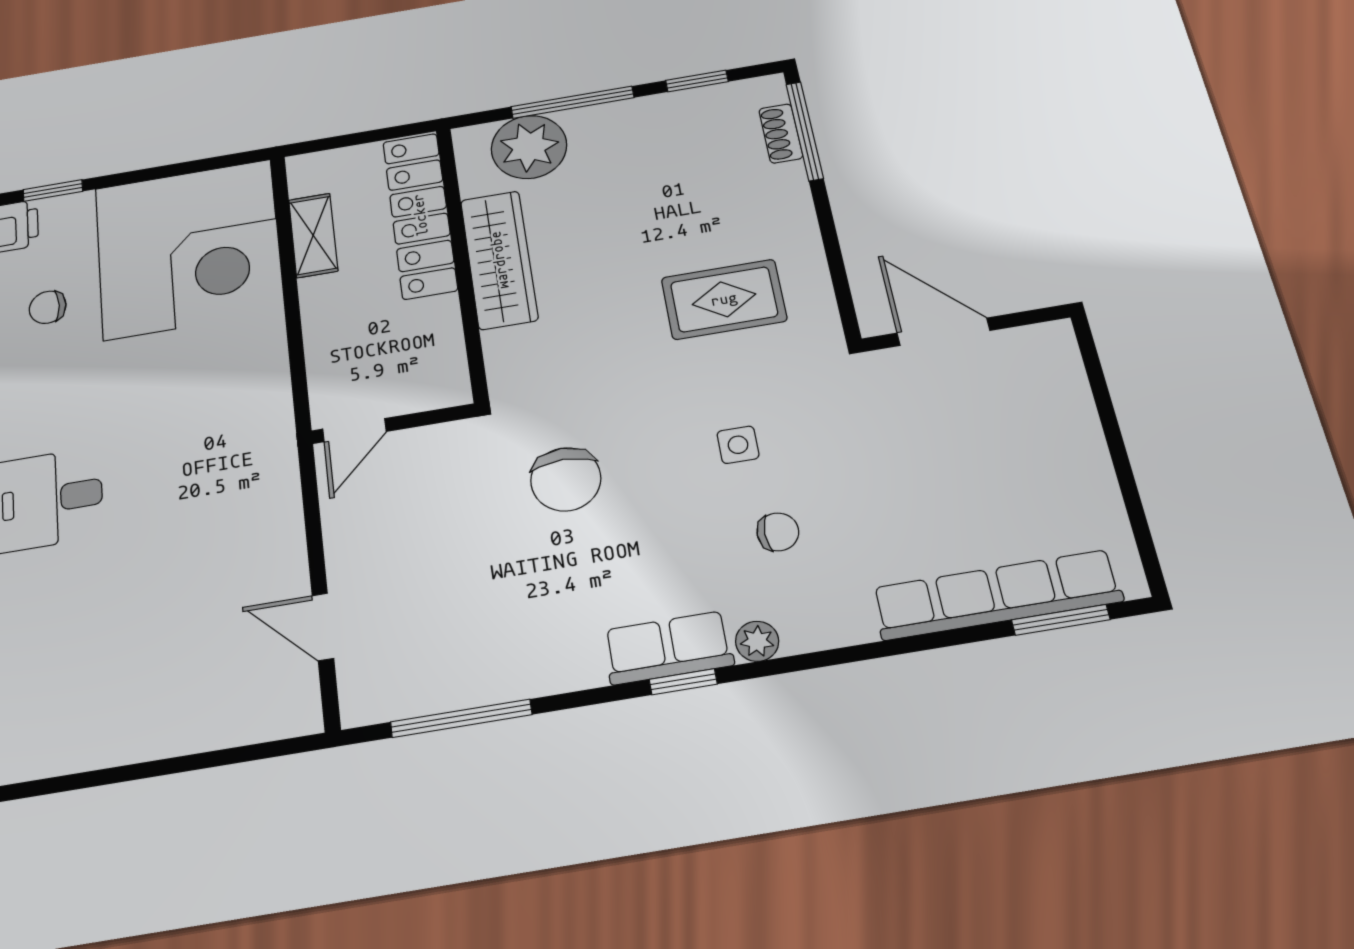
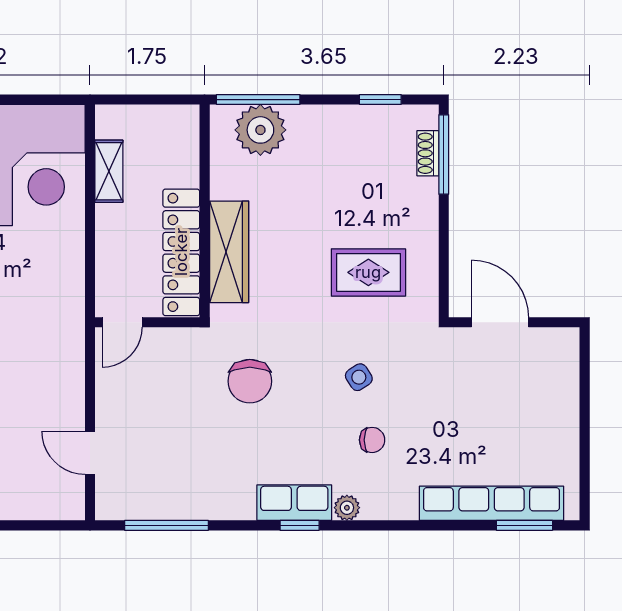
window: (572, 102) -> (258, 100), moved
locker: (420, 215) -> (181, 252), moved
wardrobe: (499, 260) -> (229, 252), moved
side table: (738, 445) -> (359, 377), turned -33

